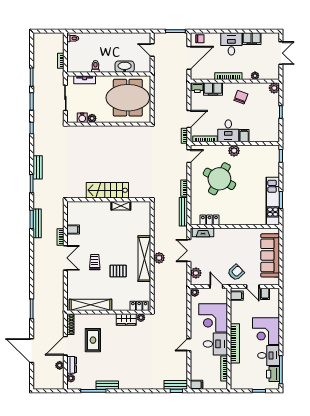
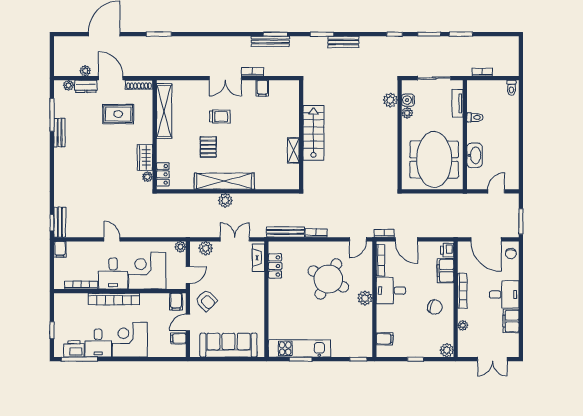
plant: (82, 131) -> (390, 100), added
filing cabinet: (244, 136) -> (385, 339), moved
door: (189, 156) -> (358, 239), hinge flipped

